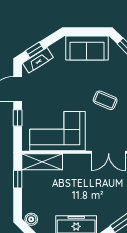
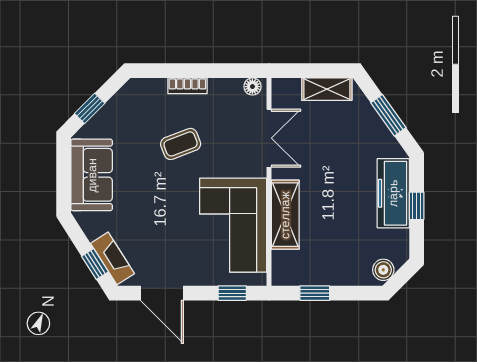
coffee table: (105, 100) -> (181, 144), turned 46
window: (18, 118) -> (232, 293), moved
shelving: (42, 162) -> (285, 215), moved

